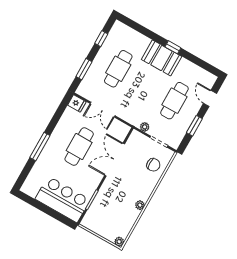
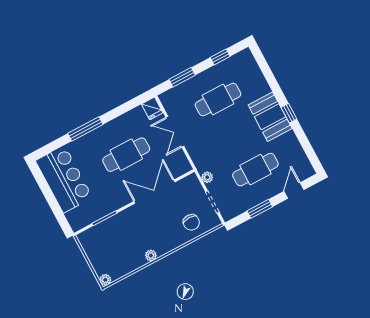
bar counter: (63, 199) -> (64, 179), moved

